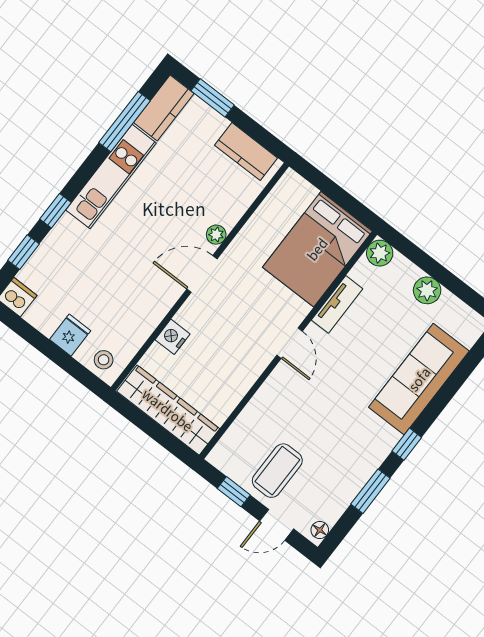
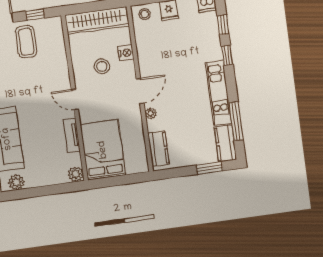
kitchen counter: (246, 152) -> (158, 149), moved, turned 90
plant: (427, 290) -> (16, 182), moved
stool: (217, 350) -> (102, 66), added

